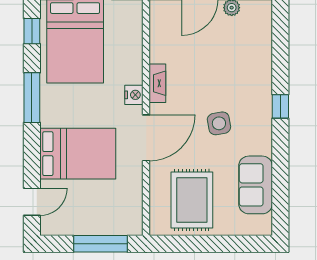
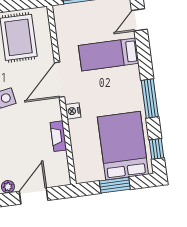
fireplace: (157, 83) -> (58, 136), moved
bed: (78, 154) -> (109, 54), width x0.67

